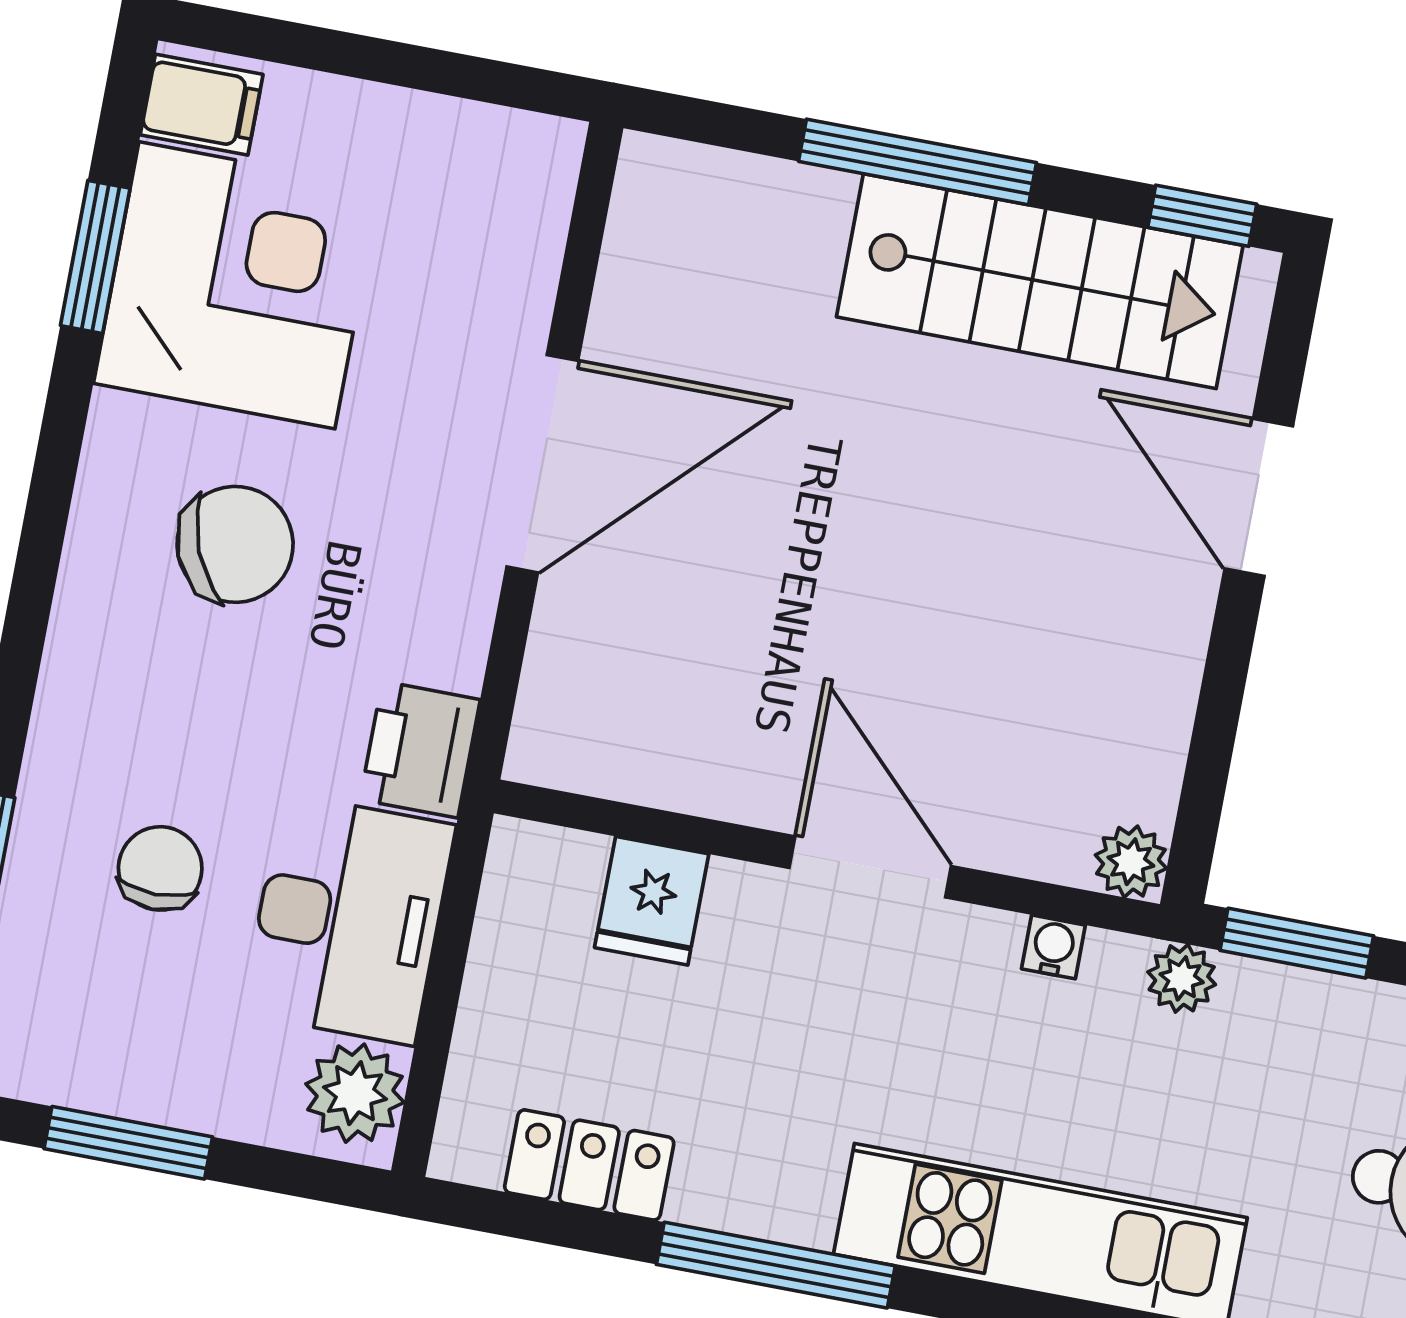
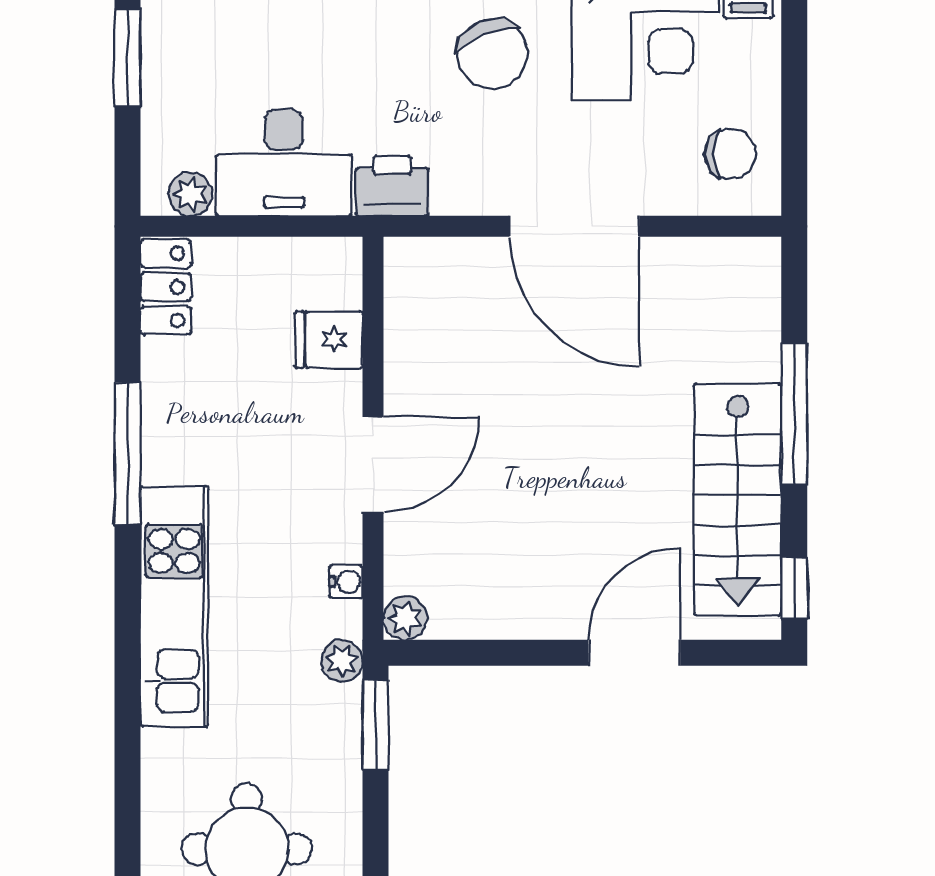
chair: (160, 868) -> (730, 154), moved
plant: (355, 1093) -> (190, 194), width x0.73, depth x0.73
locker: (589, 1165) -> (166, 287), moved

